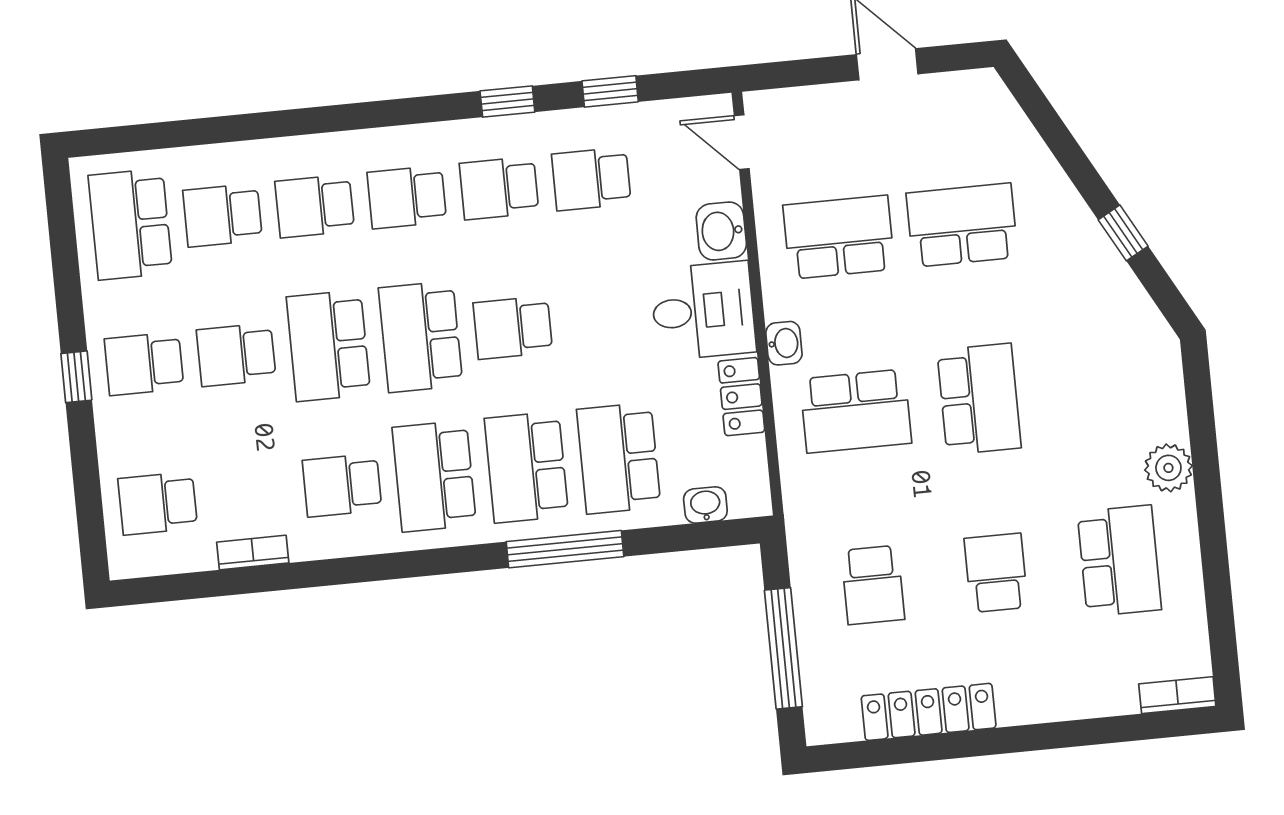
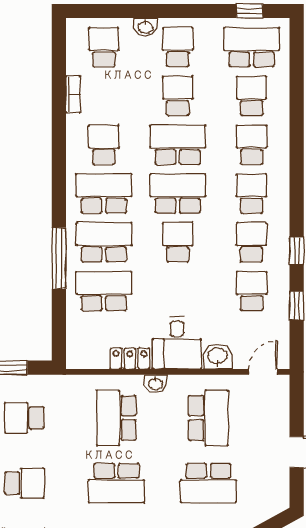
school desk: (962, 225) -> (208, 483), turned 90
window: (76, 377) -> (250, 11), moved
washbasin: (705, 505) -> (145, 27), moved, turned 90

